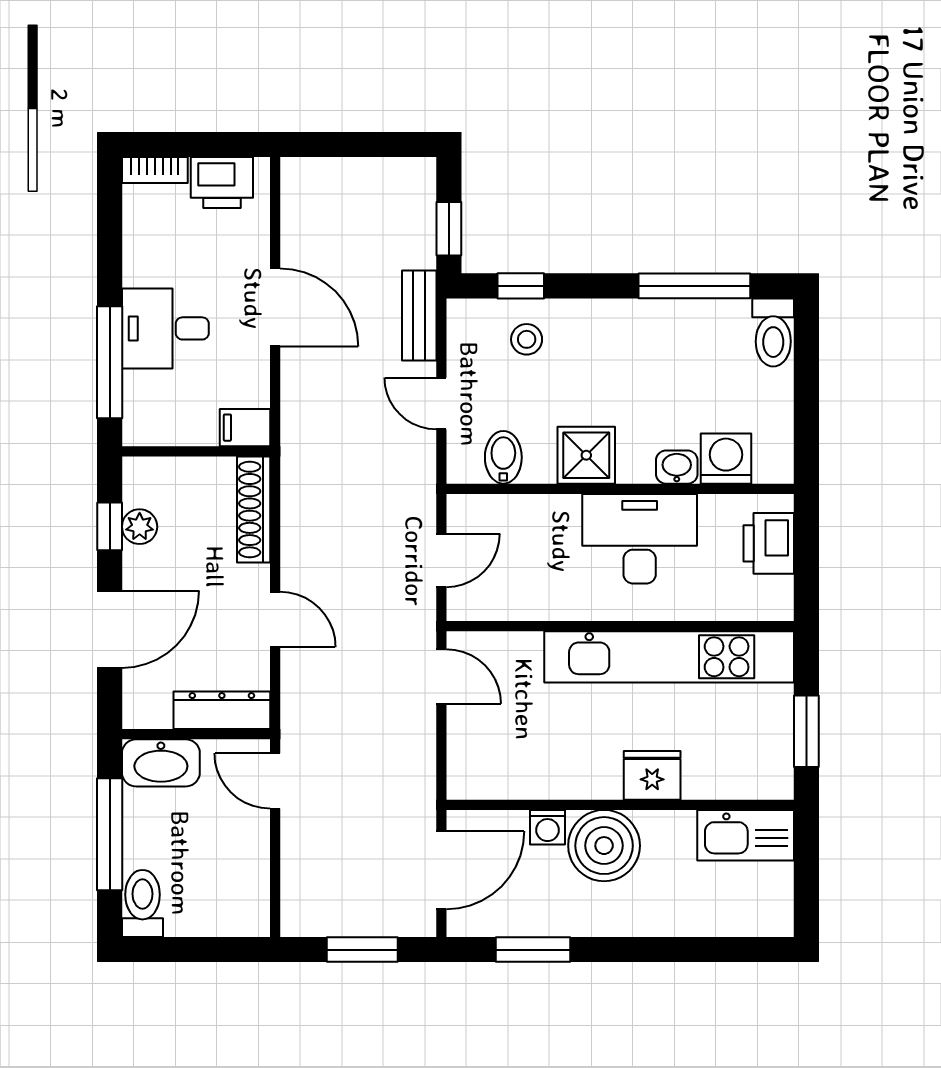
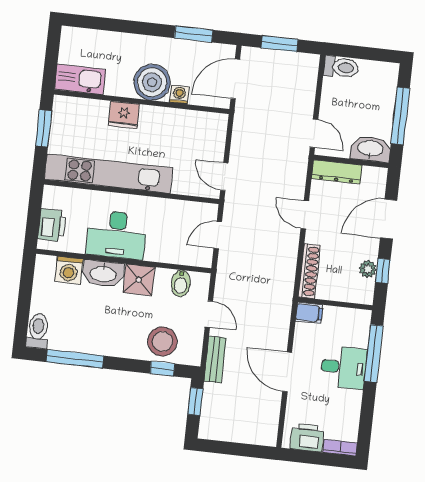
stool: (527, 339) -> (162, 341), width x1.89, depth x1.89
washbasin: (677, 467) -> (103, 273), width x1.91, depth x1.45
toilet: (142, 903) -> (341, 67), moved, turned -90

